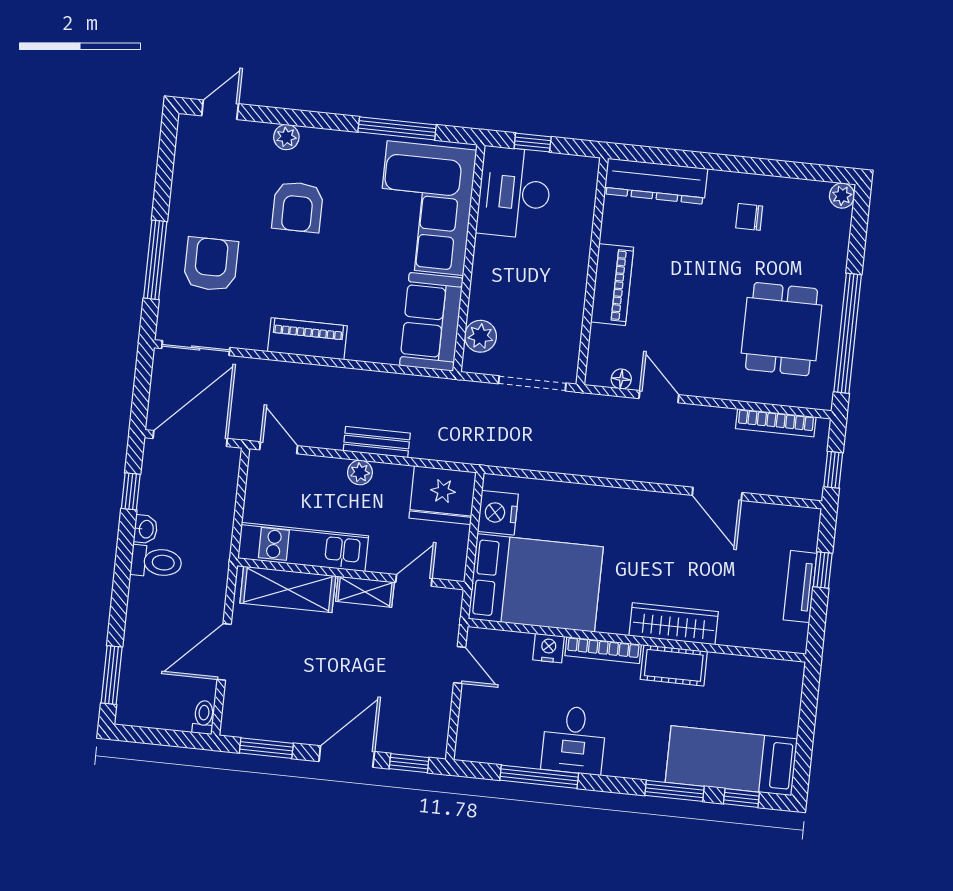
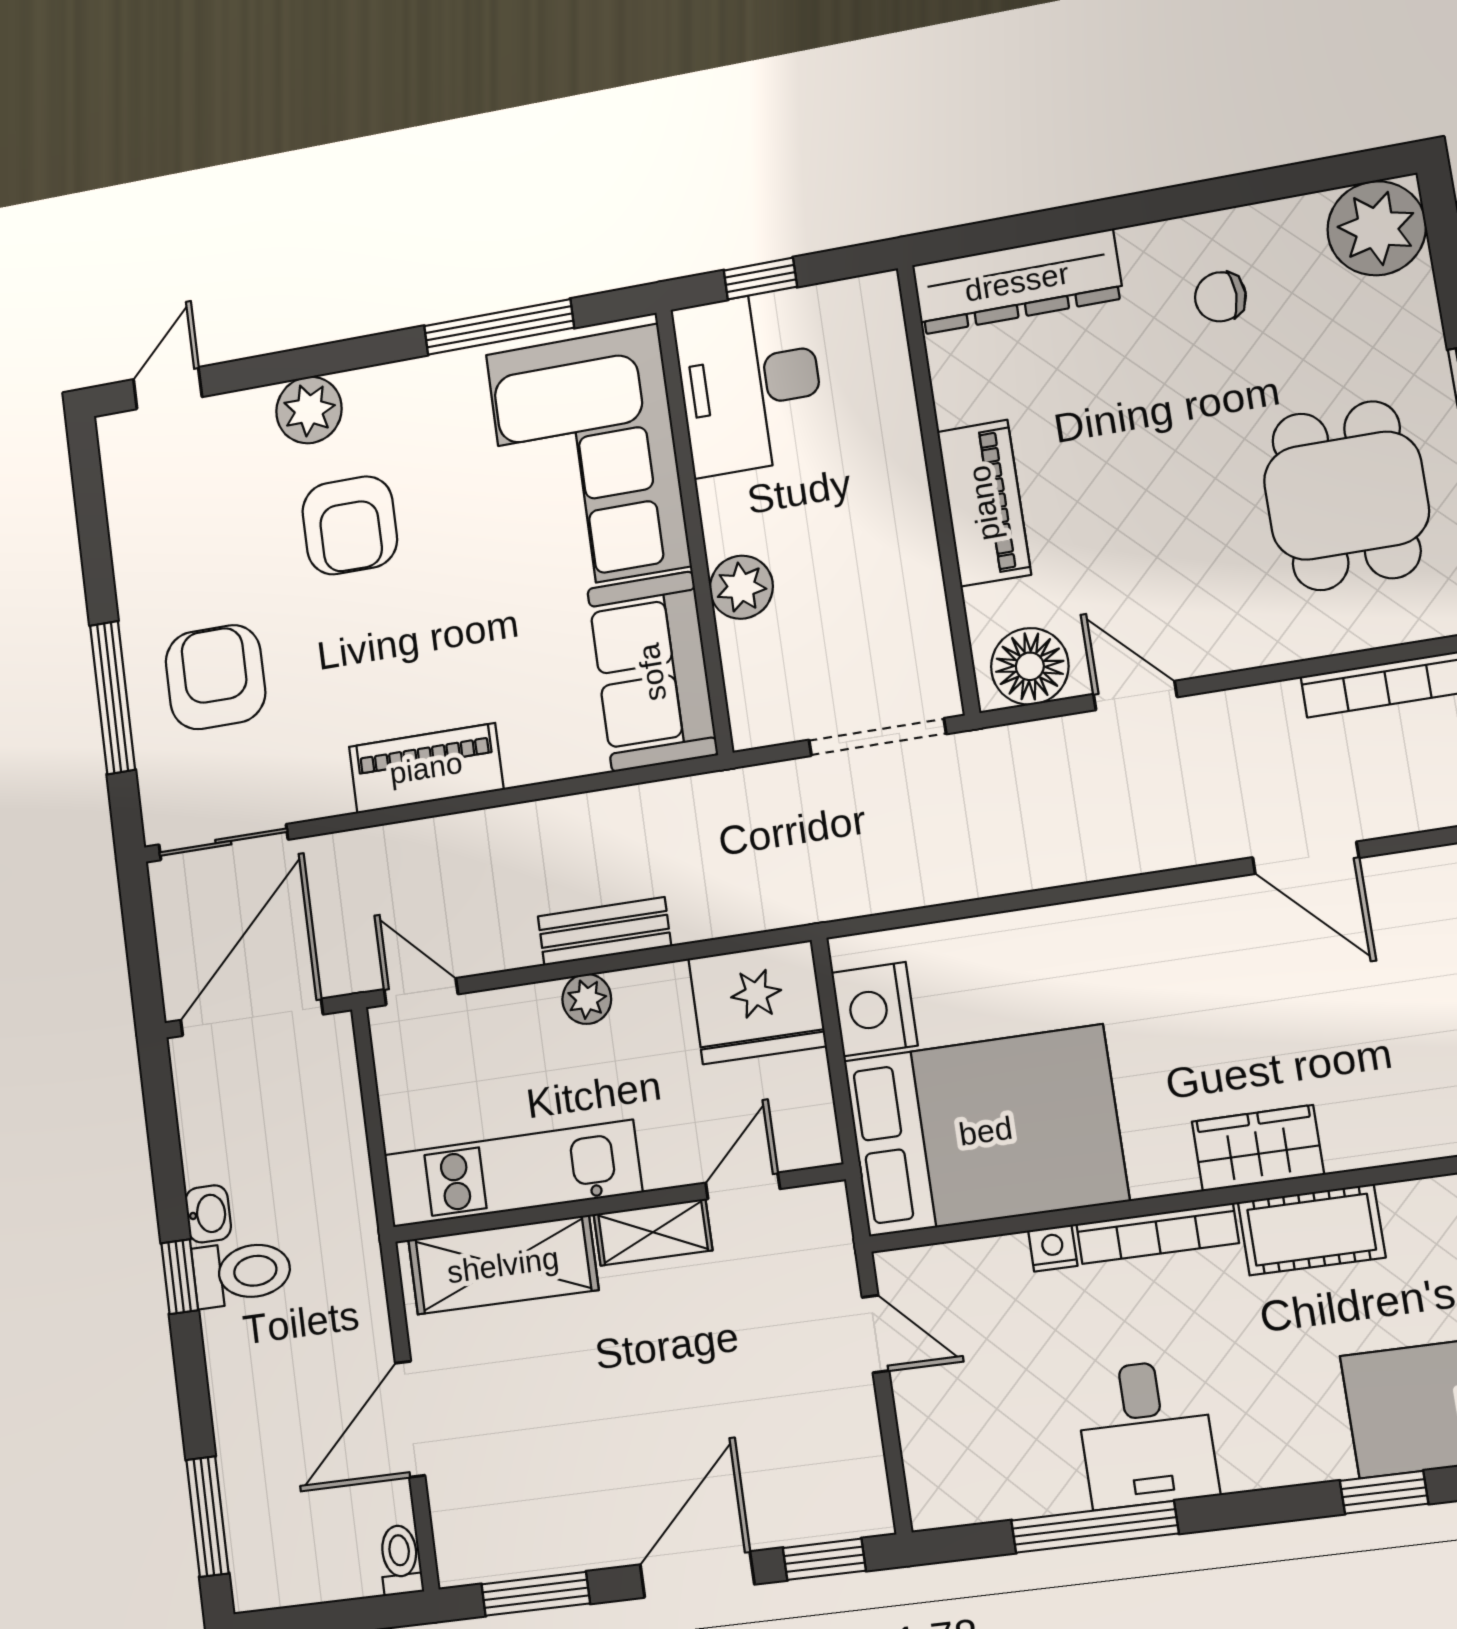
plant: (286, 137) -> (309, 410), width x1.38, depth x1.38
plant: (842, 196) -> (1377, 228), width x1.87, depth x1.87
plant: (480, 336) -> (741, 587), moved
floor lamp: (621, 379) -> (1030, 666), width x1.89, depth x1.89
window: (131, 491) -> (180, 1277), moved
wardrobe: (674, 624) -> (1258, 1148), width x0.67
nightstand: (549, 648) -> (1053, 1248), width x0.72, depth x0.74
window: (674, 791) -> (1384, 1492), width x0.67

